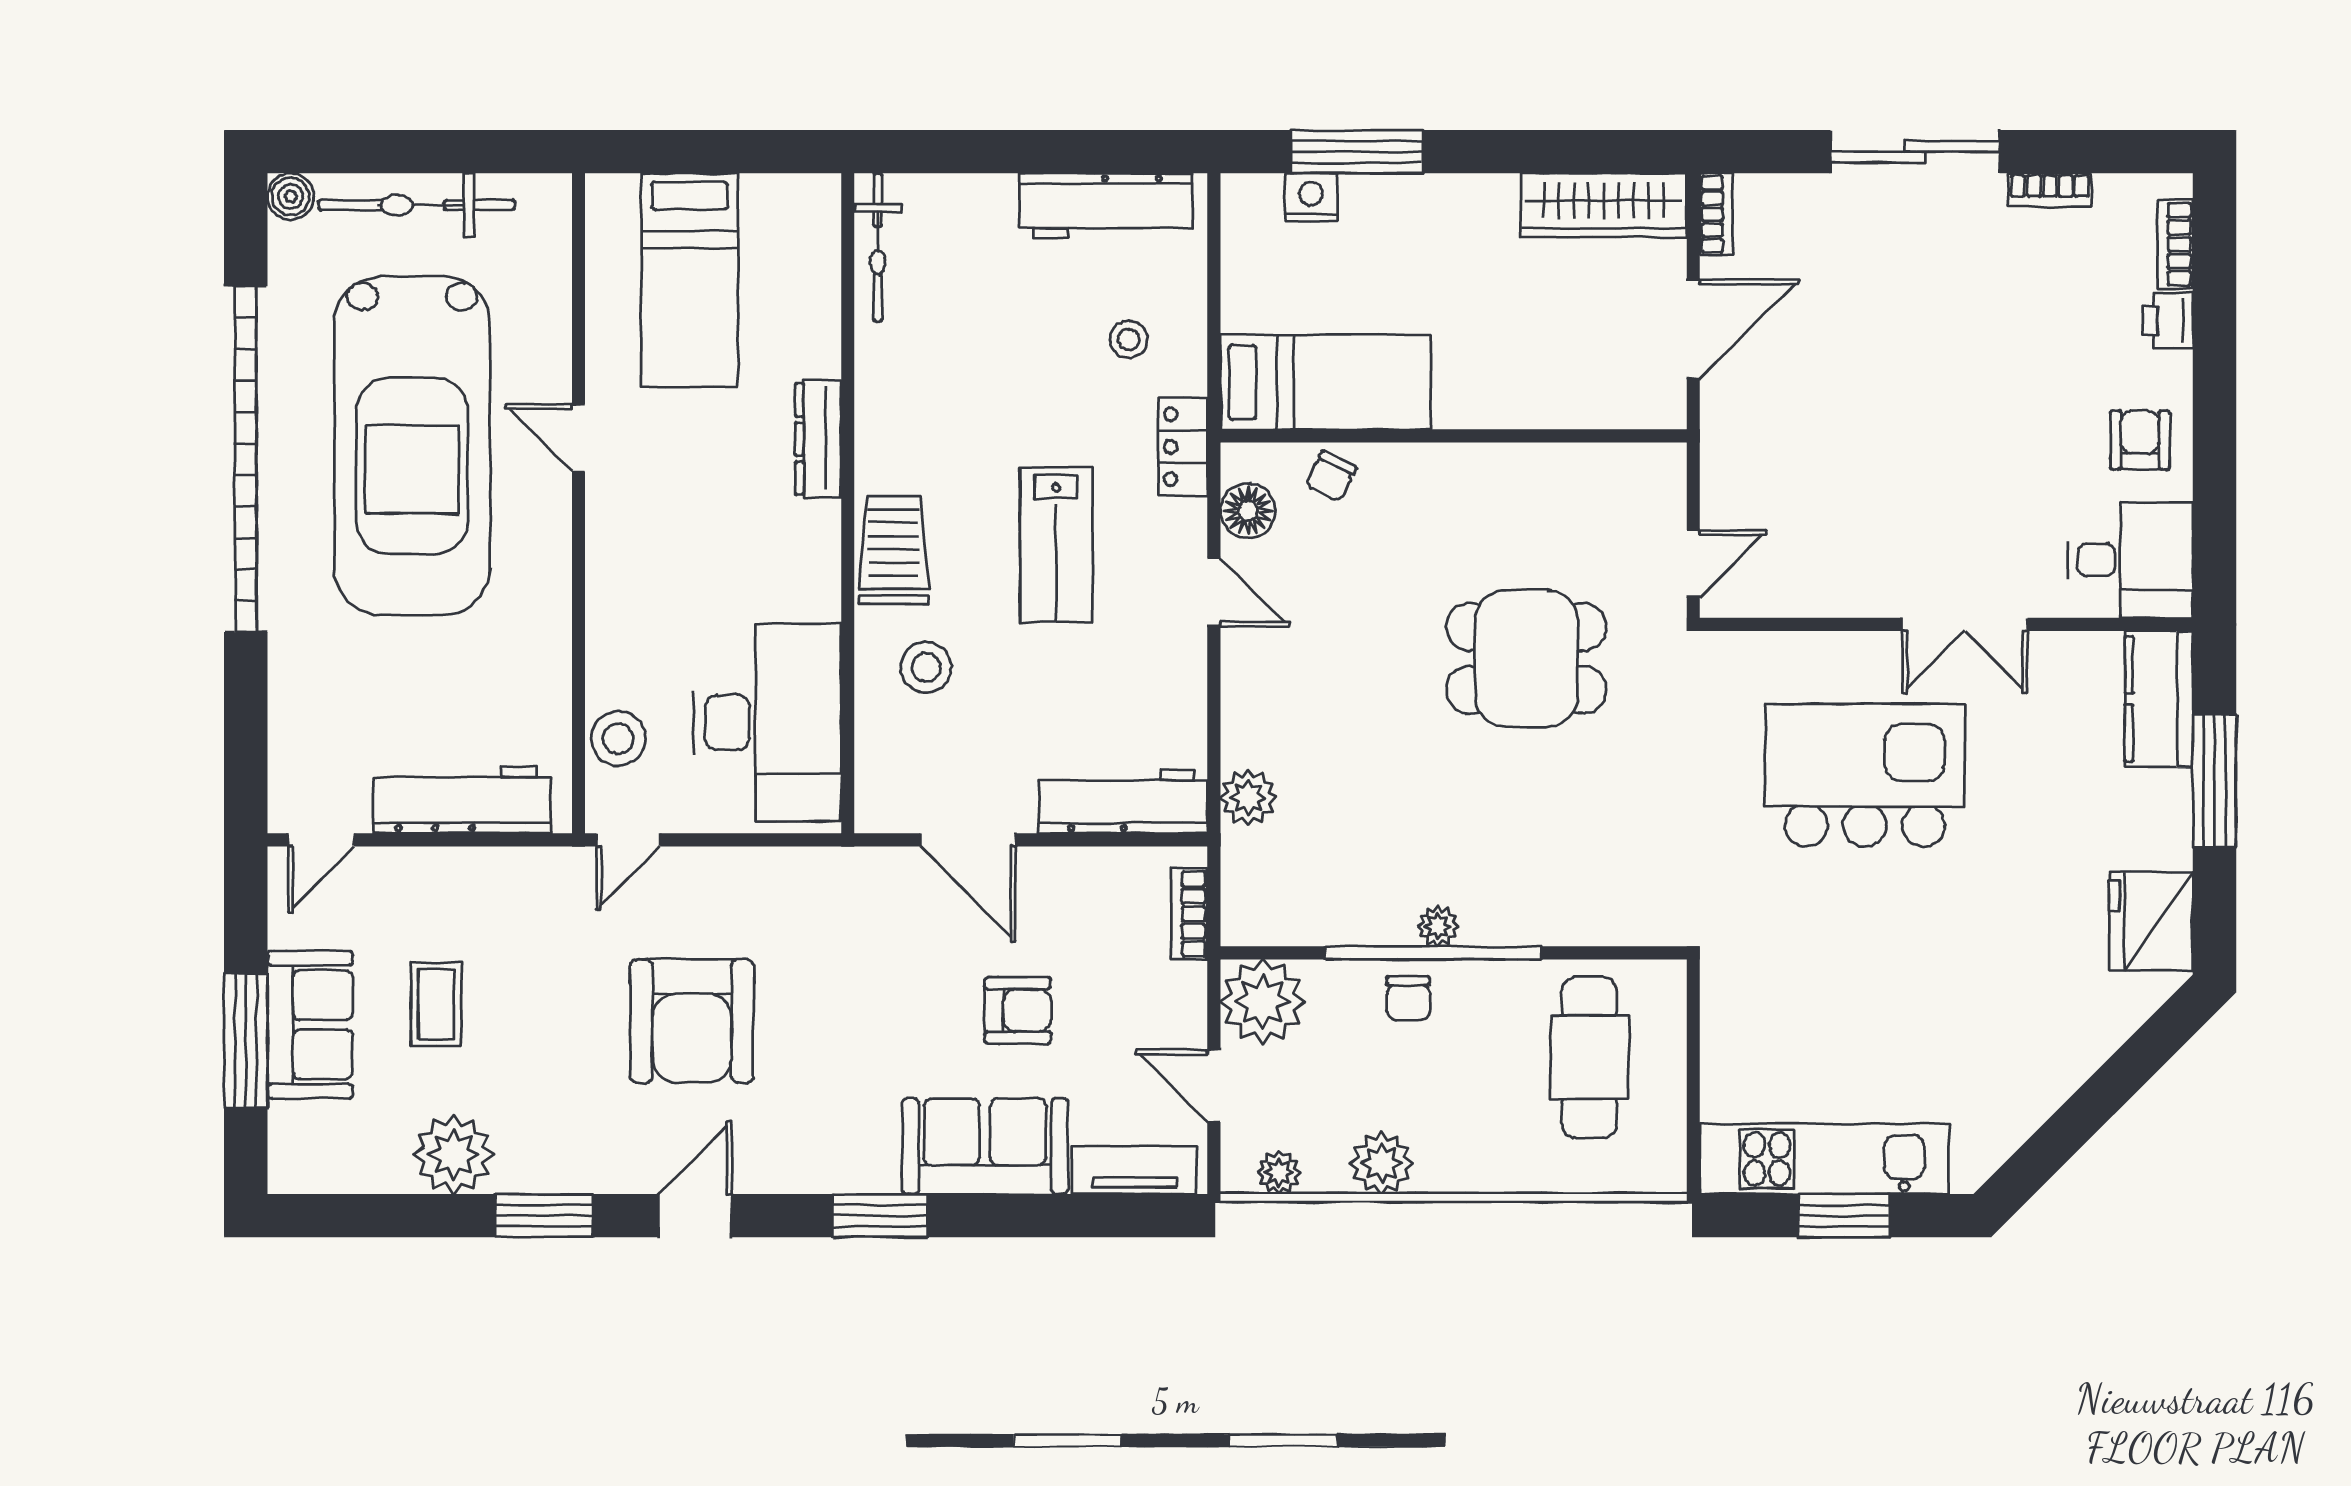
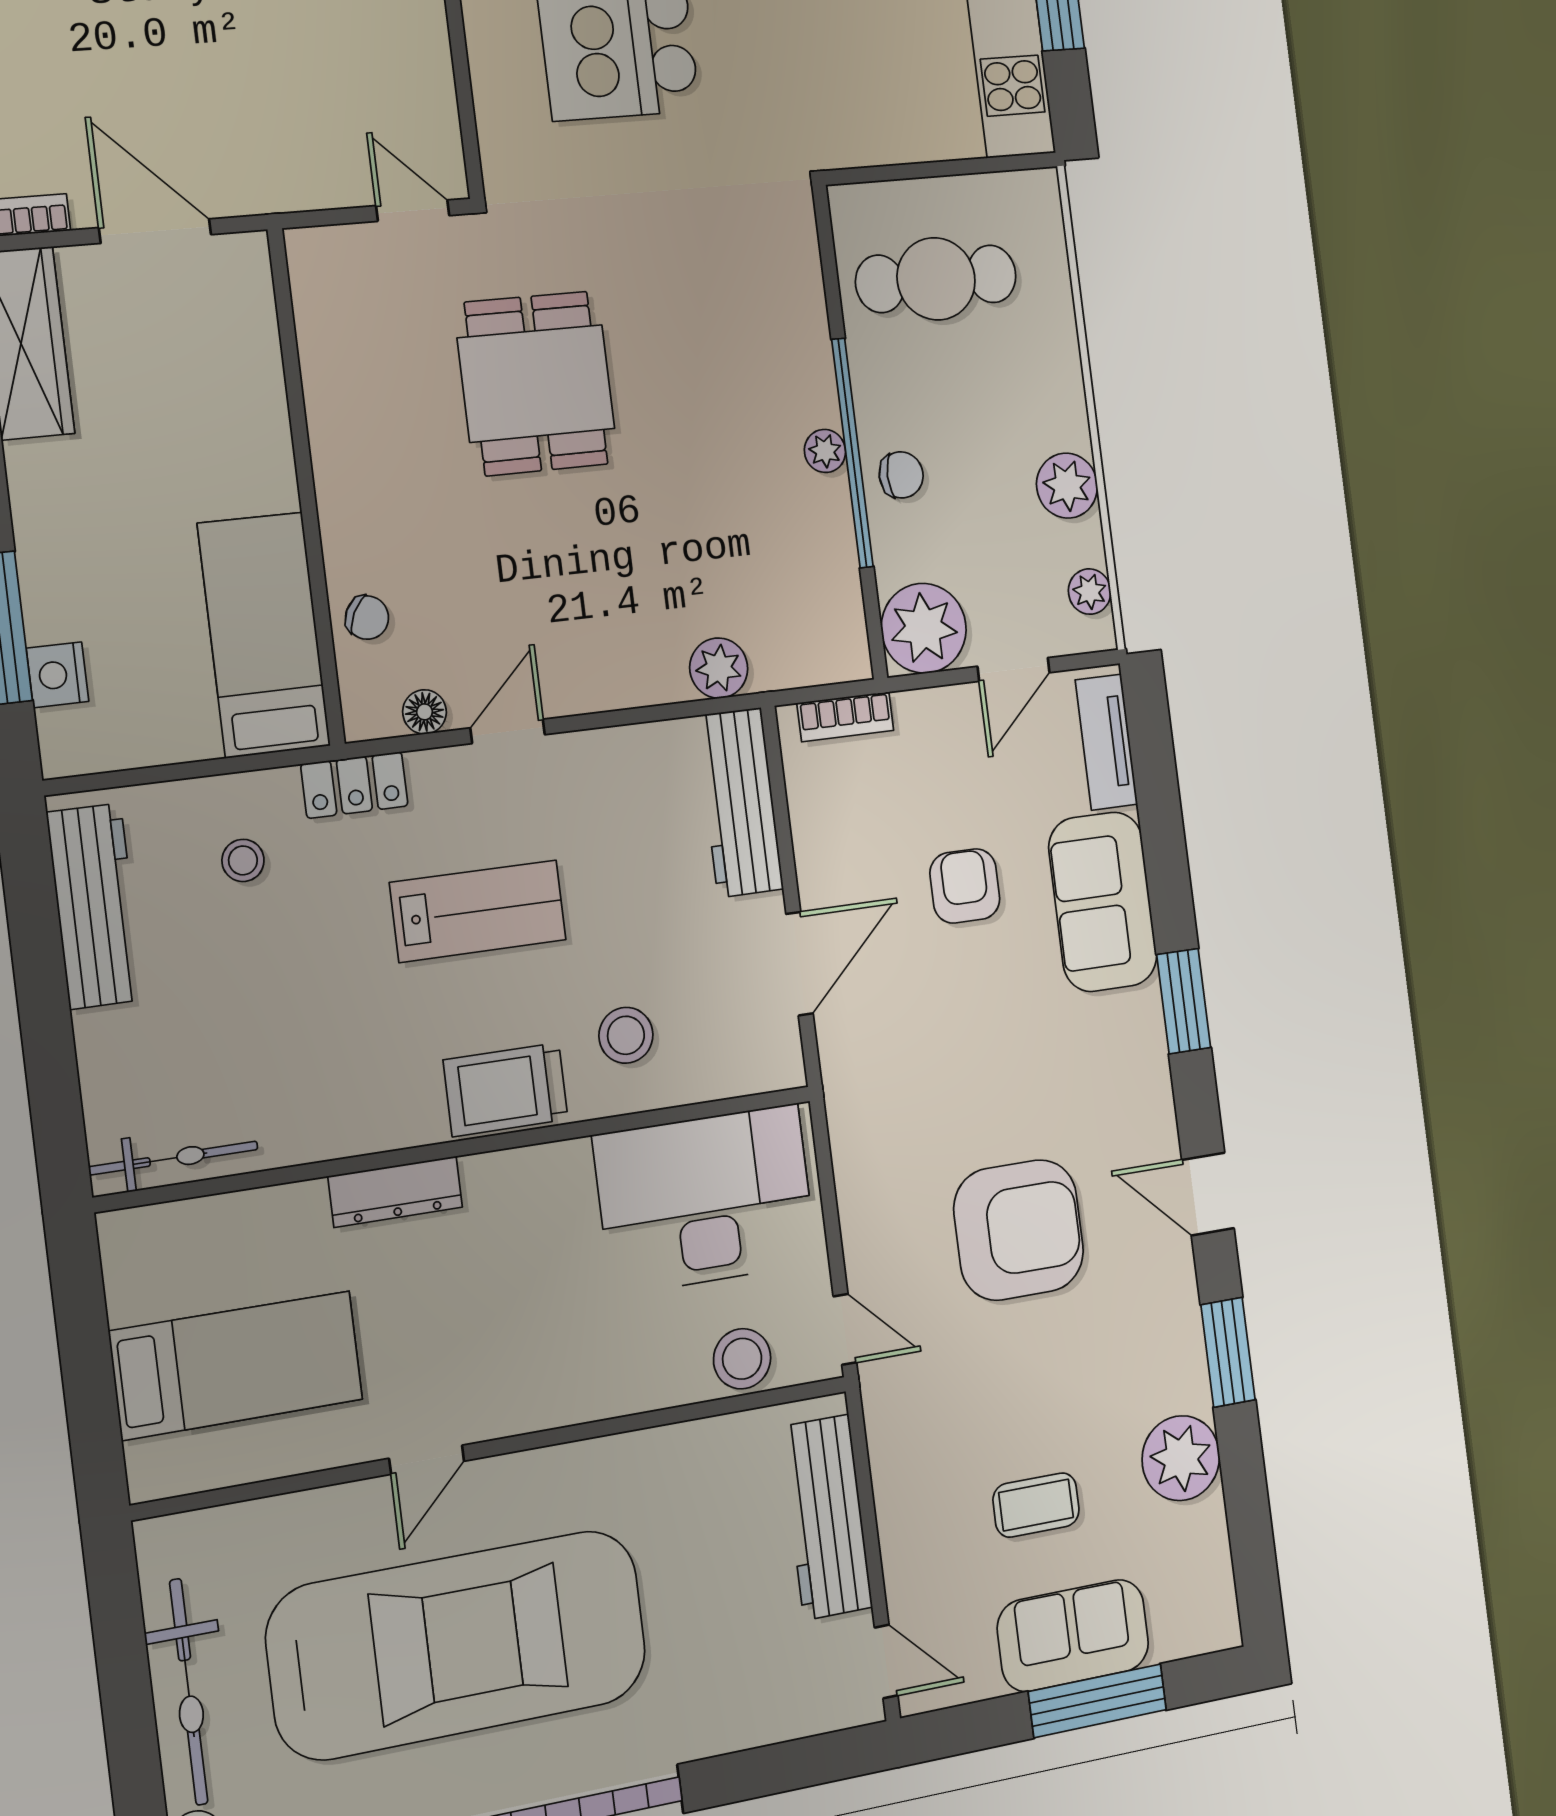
floor lamp: (1248, 511) -> (425, 712), width x0.73, depth x0.73

